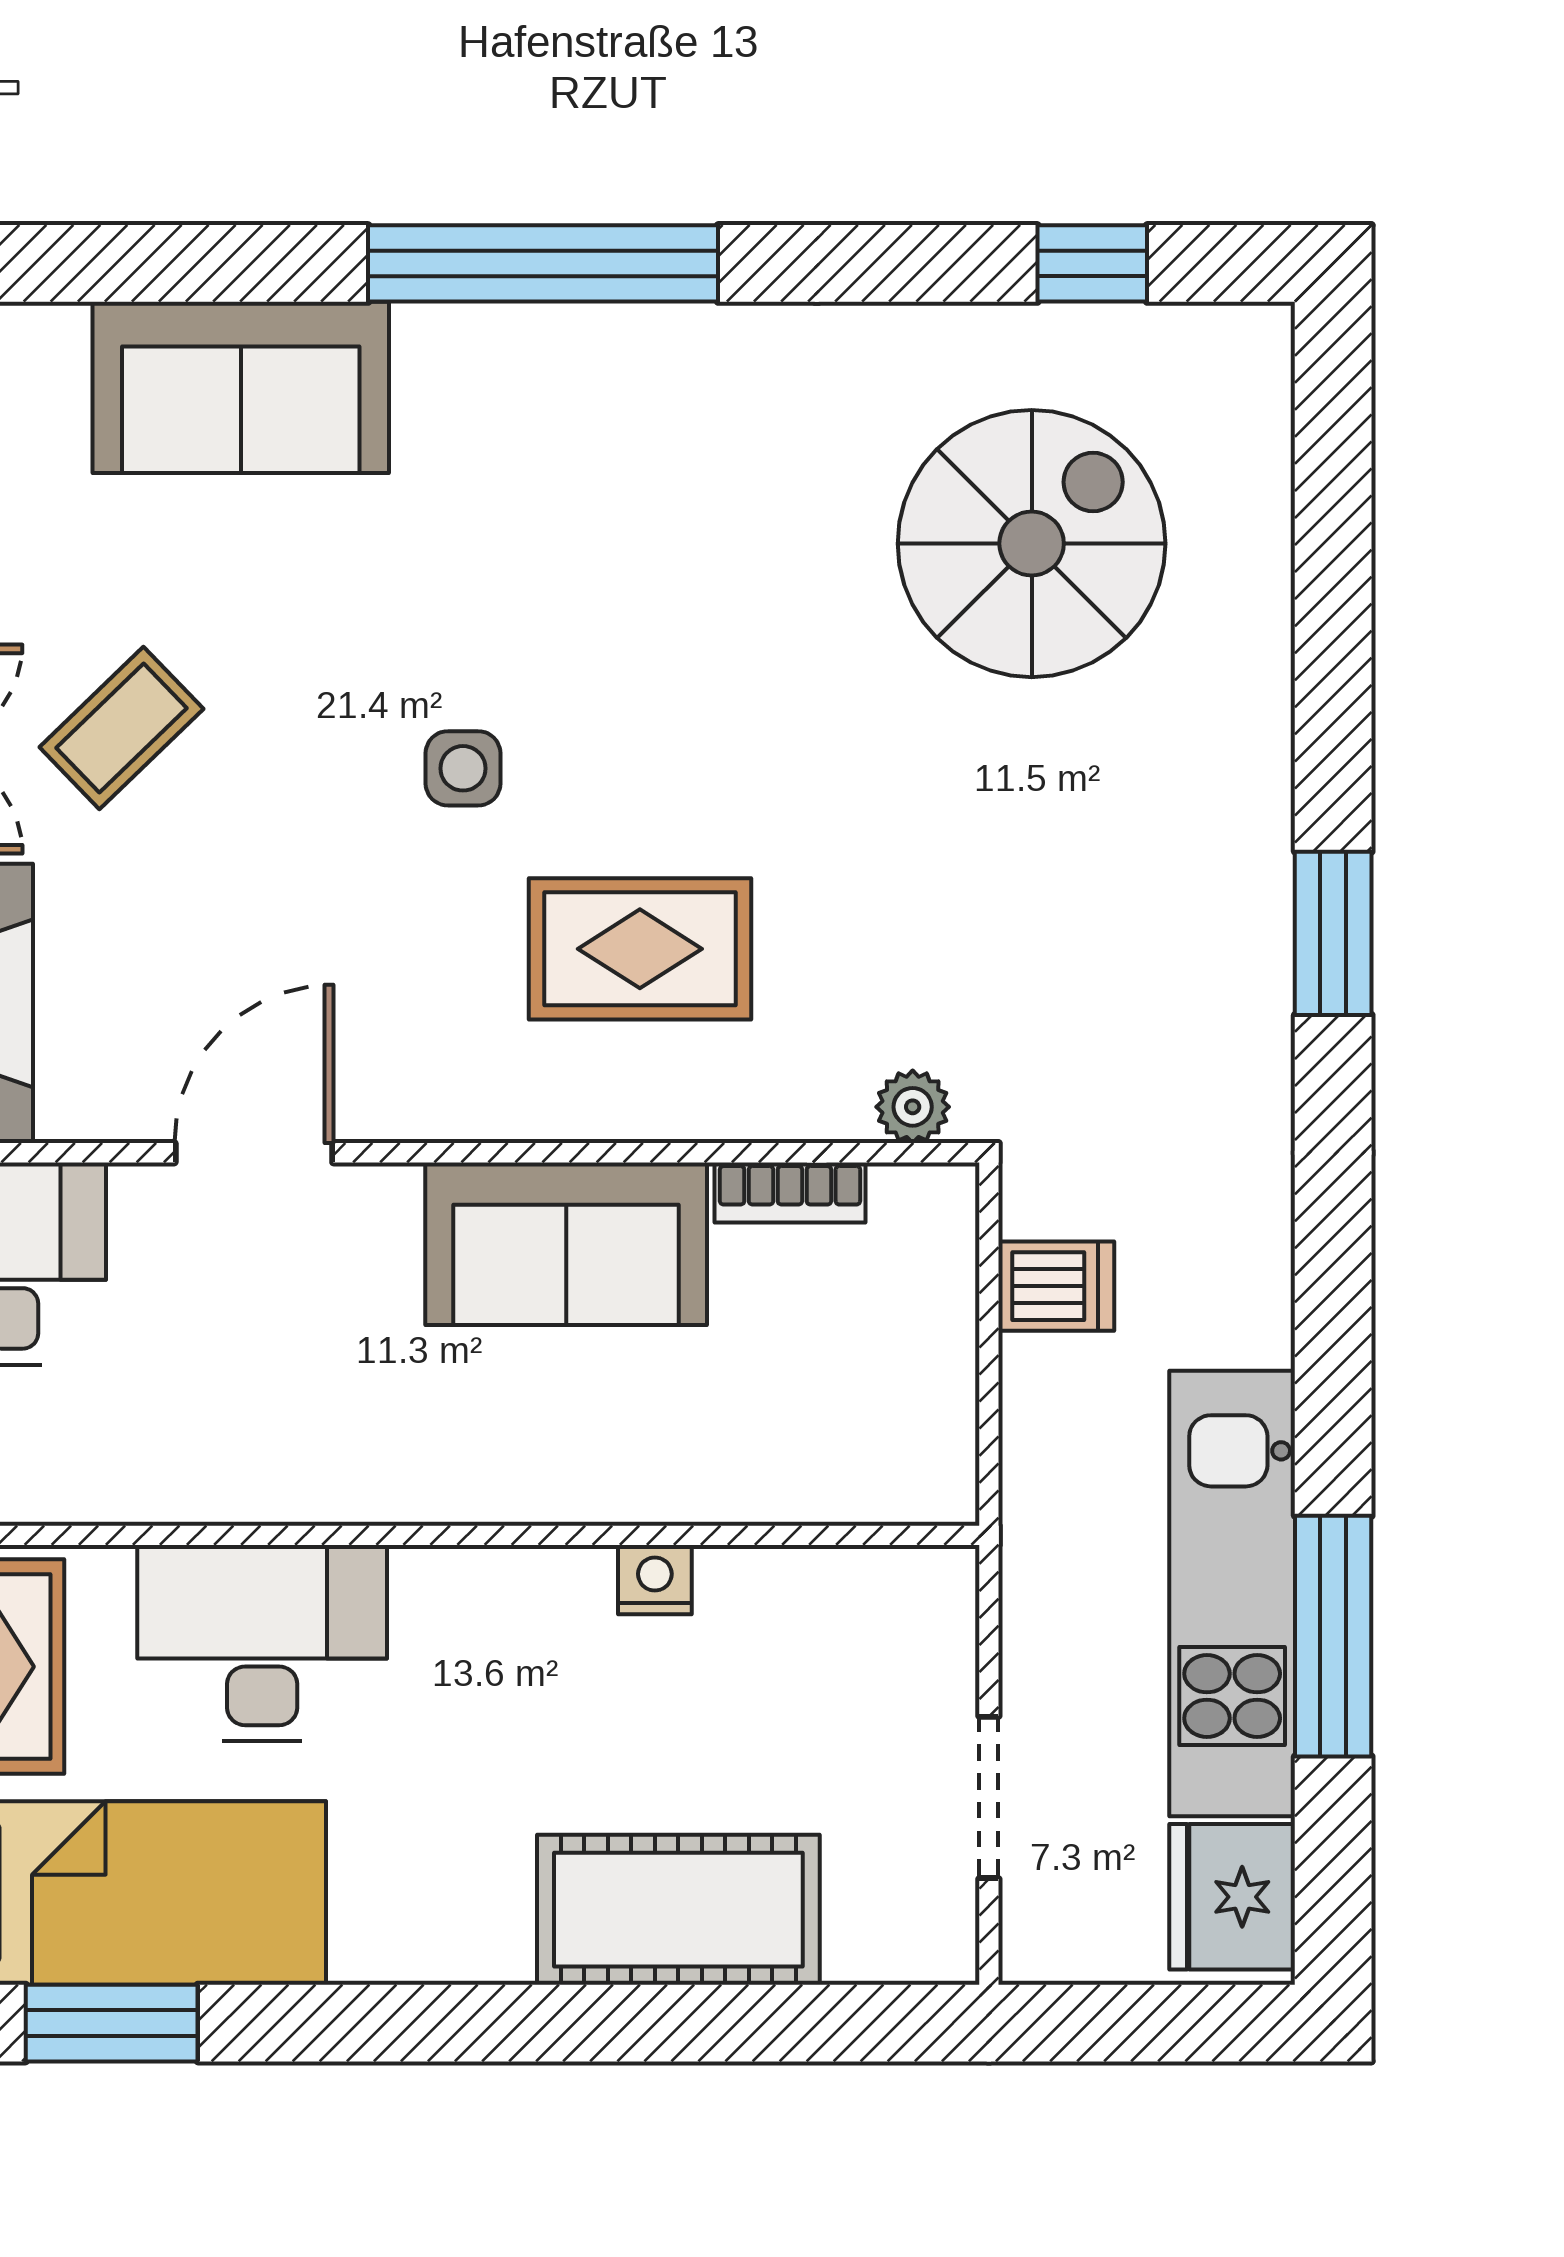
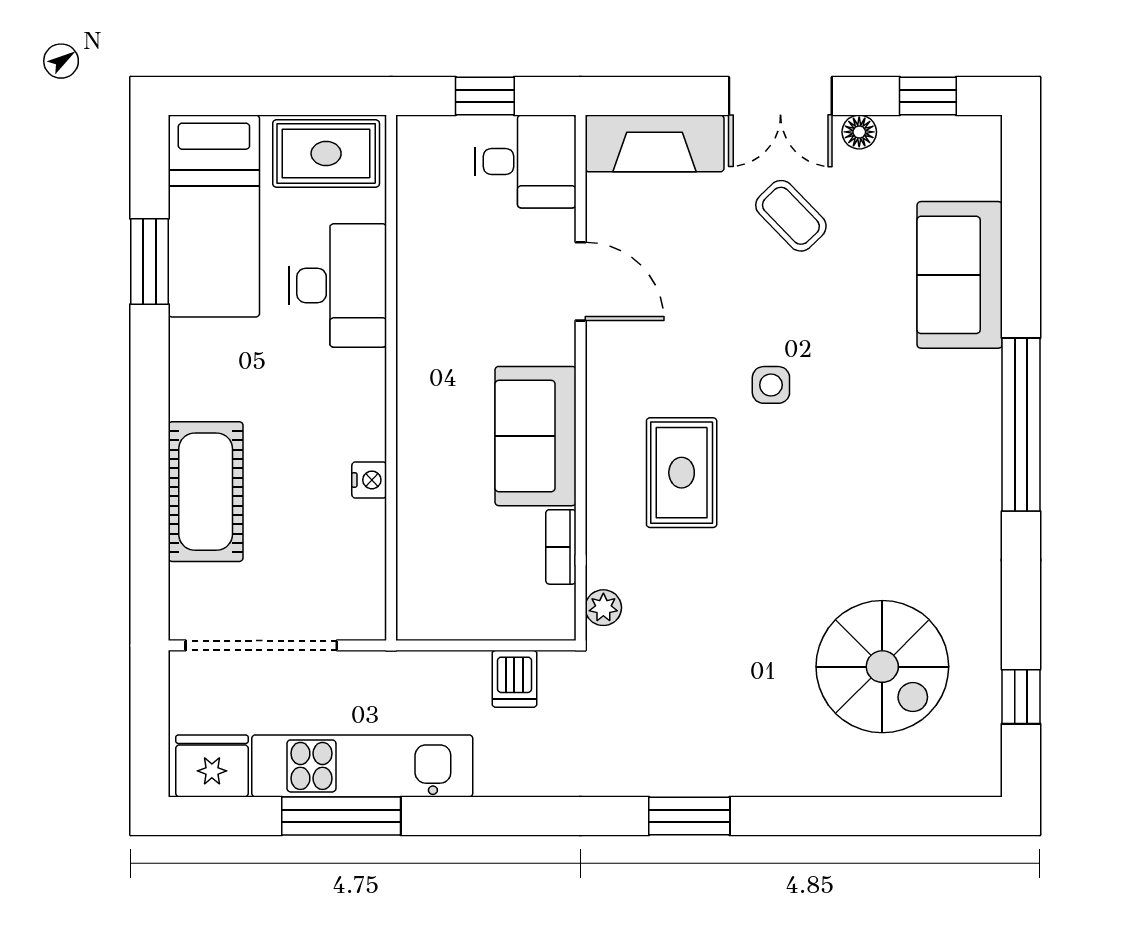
doorway: (989, 1797) -> (261, 645), width x1.88
window: (112, 2023) -> (149, 262), moved

